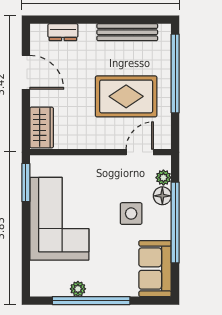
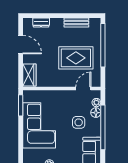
bench: (127, 32) -> (76, 23), width x0.73

